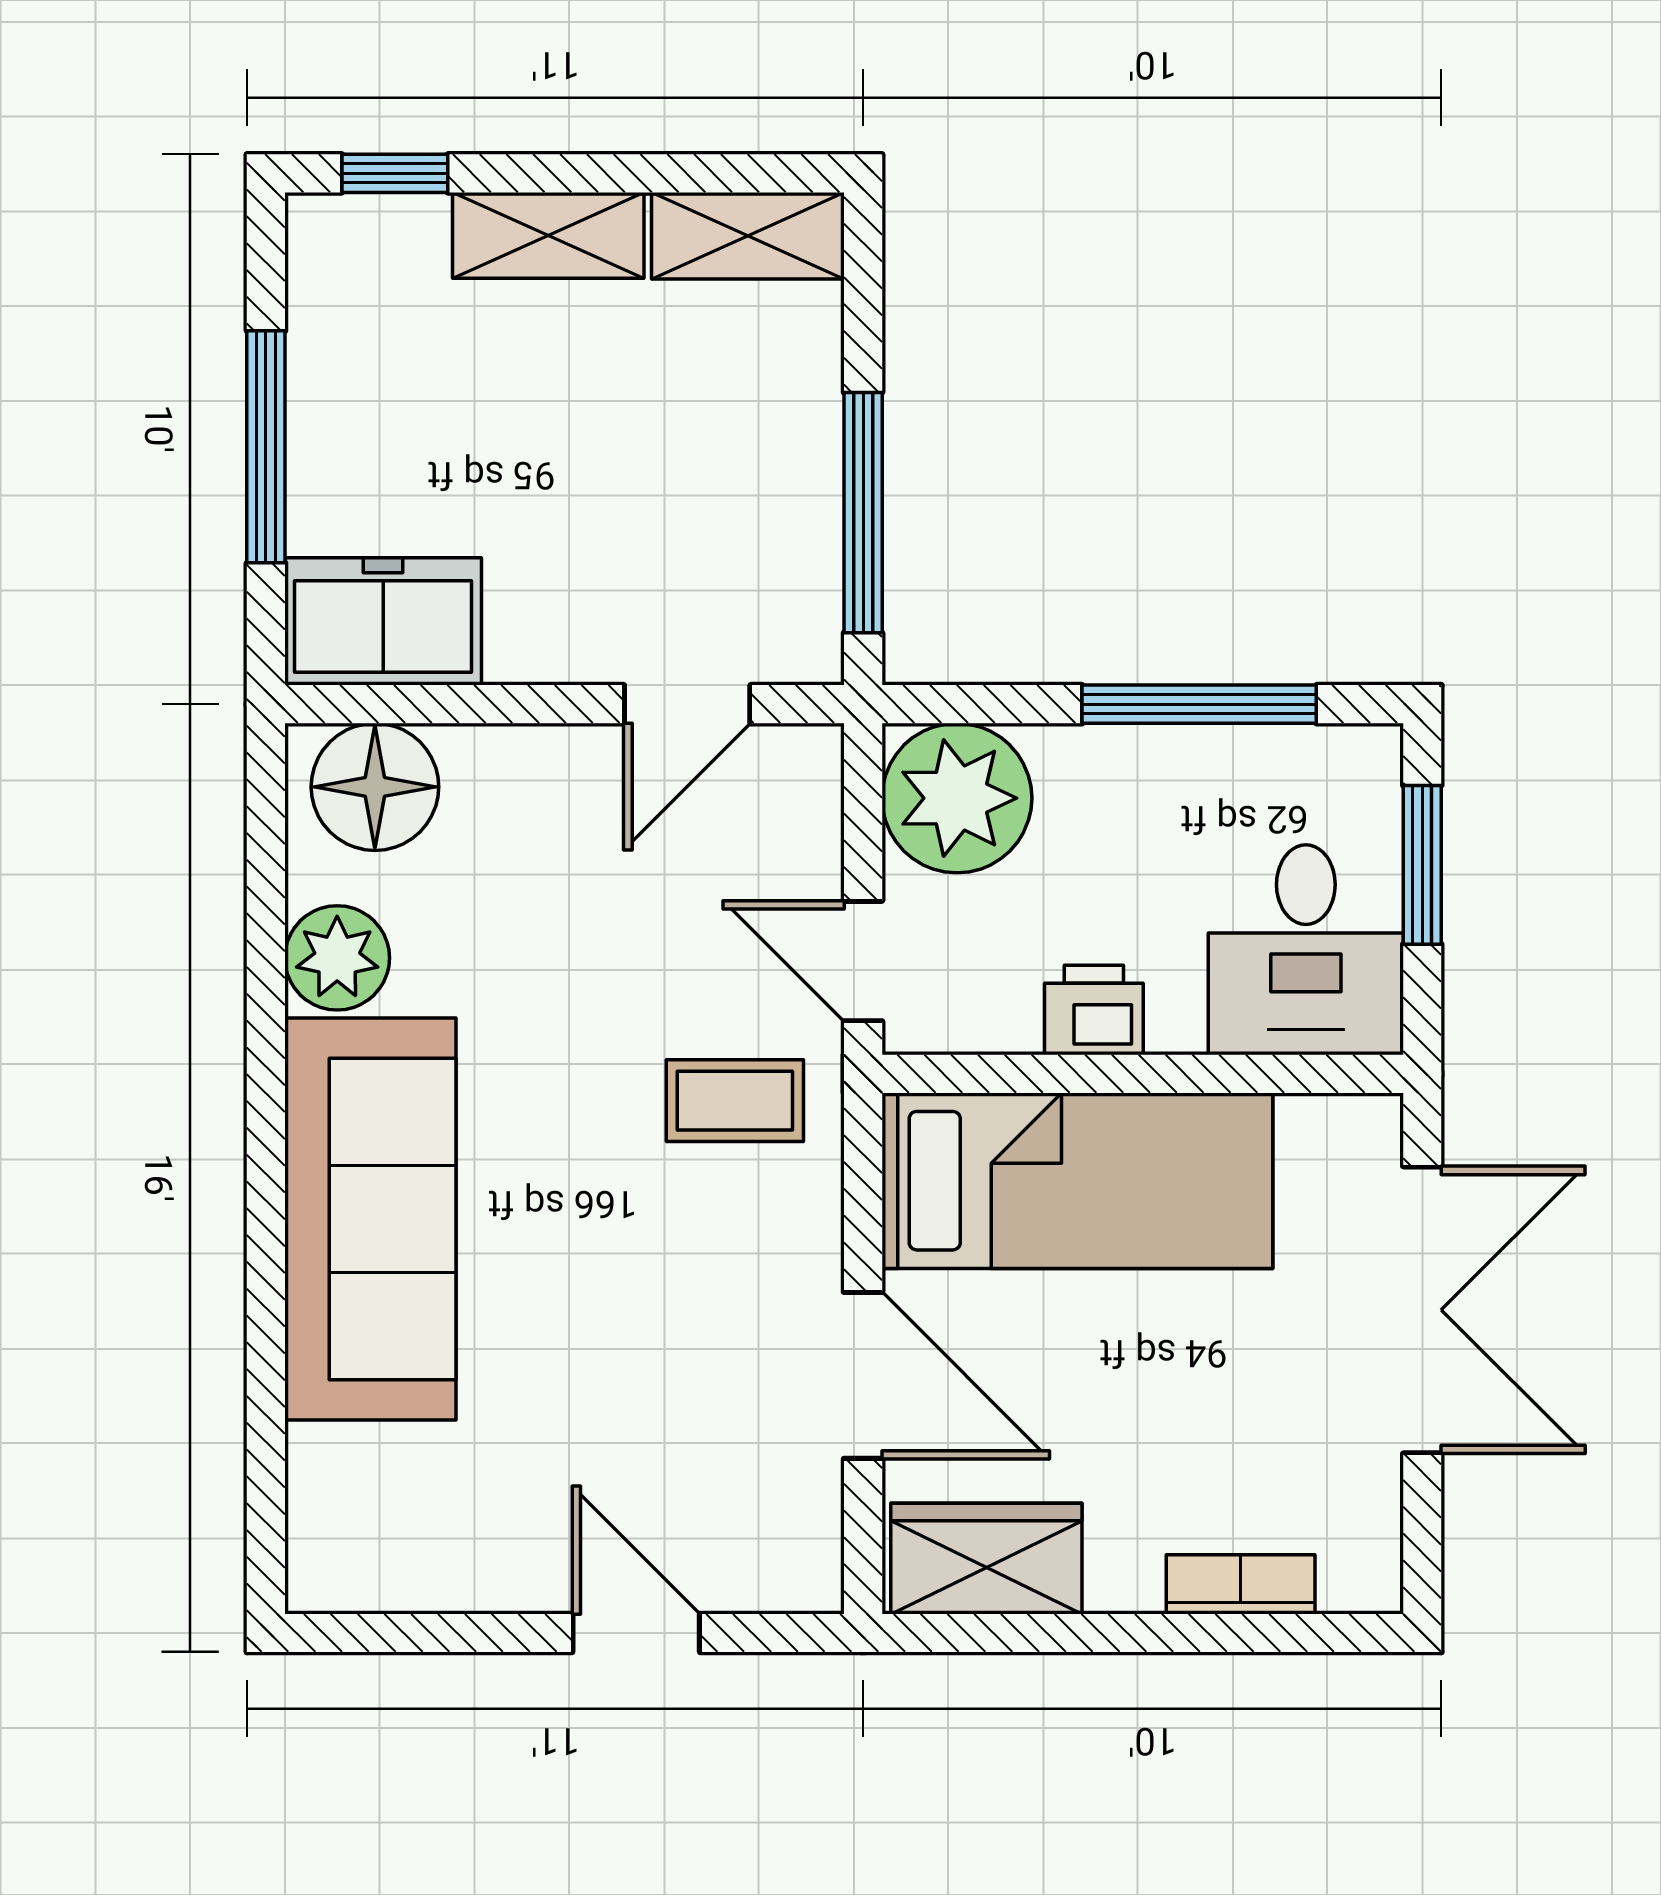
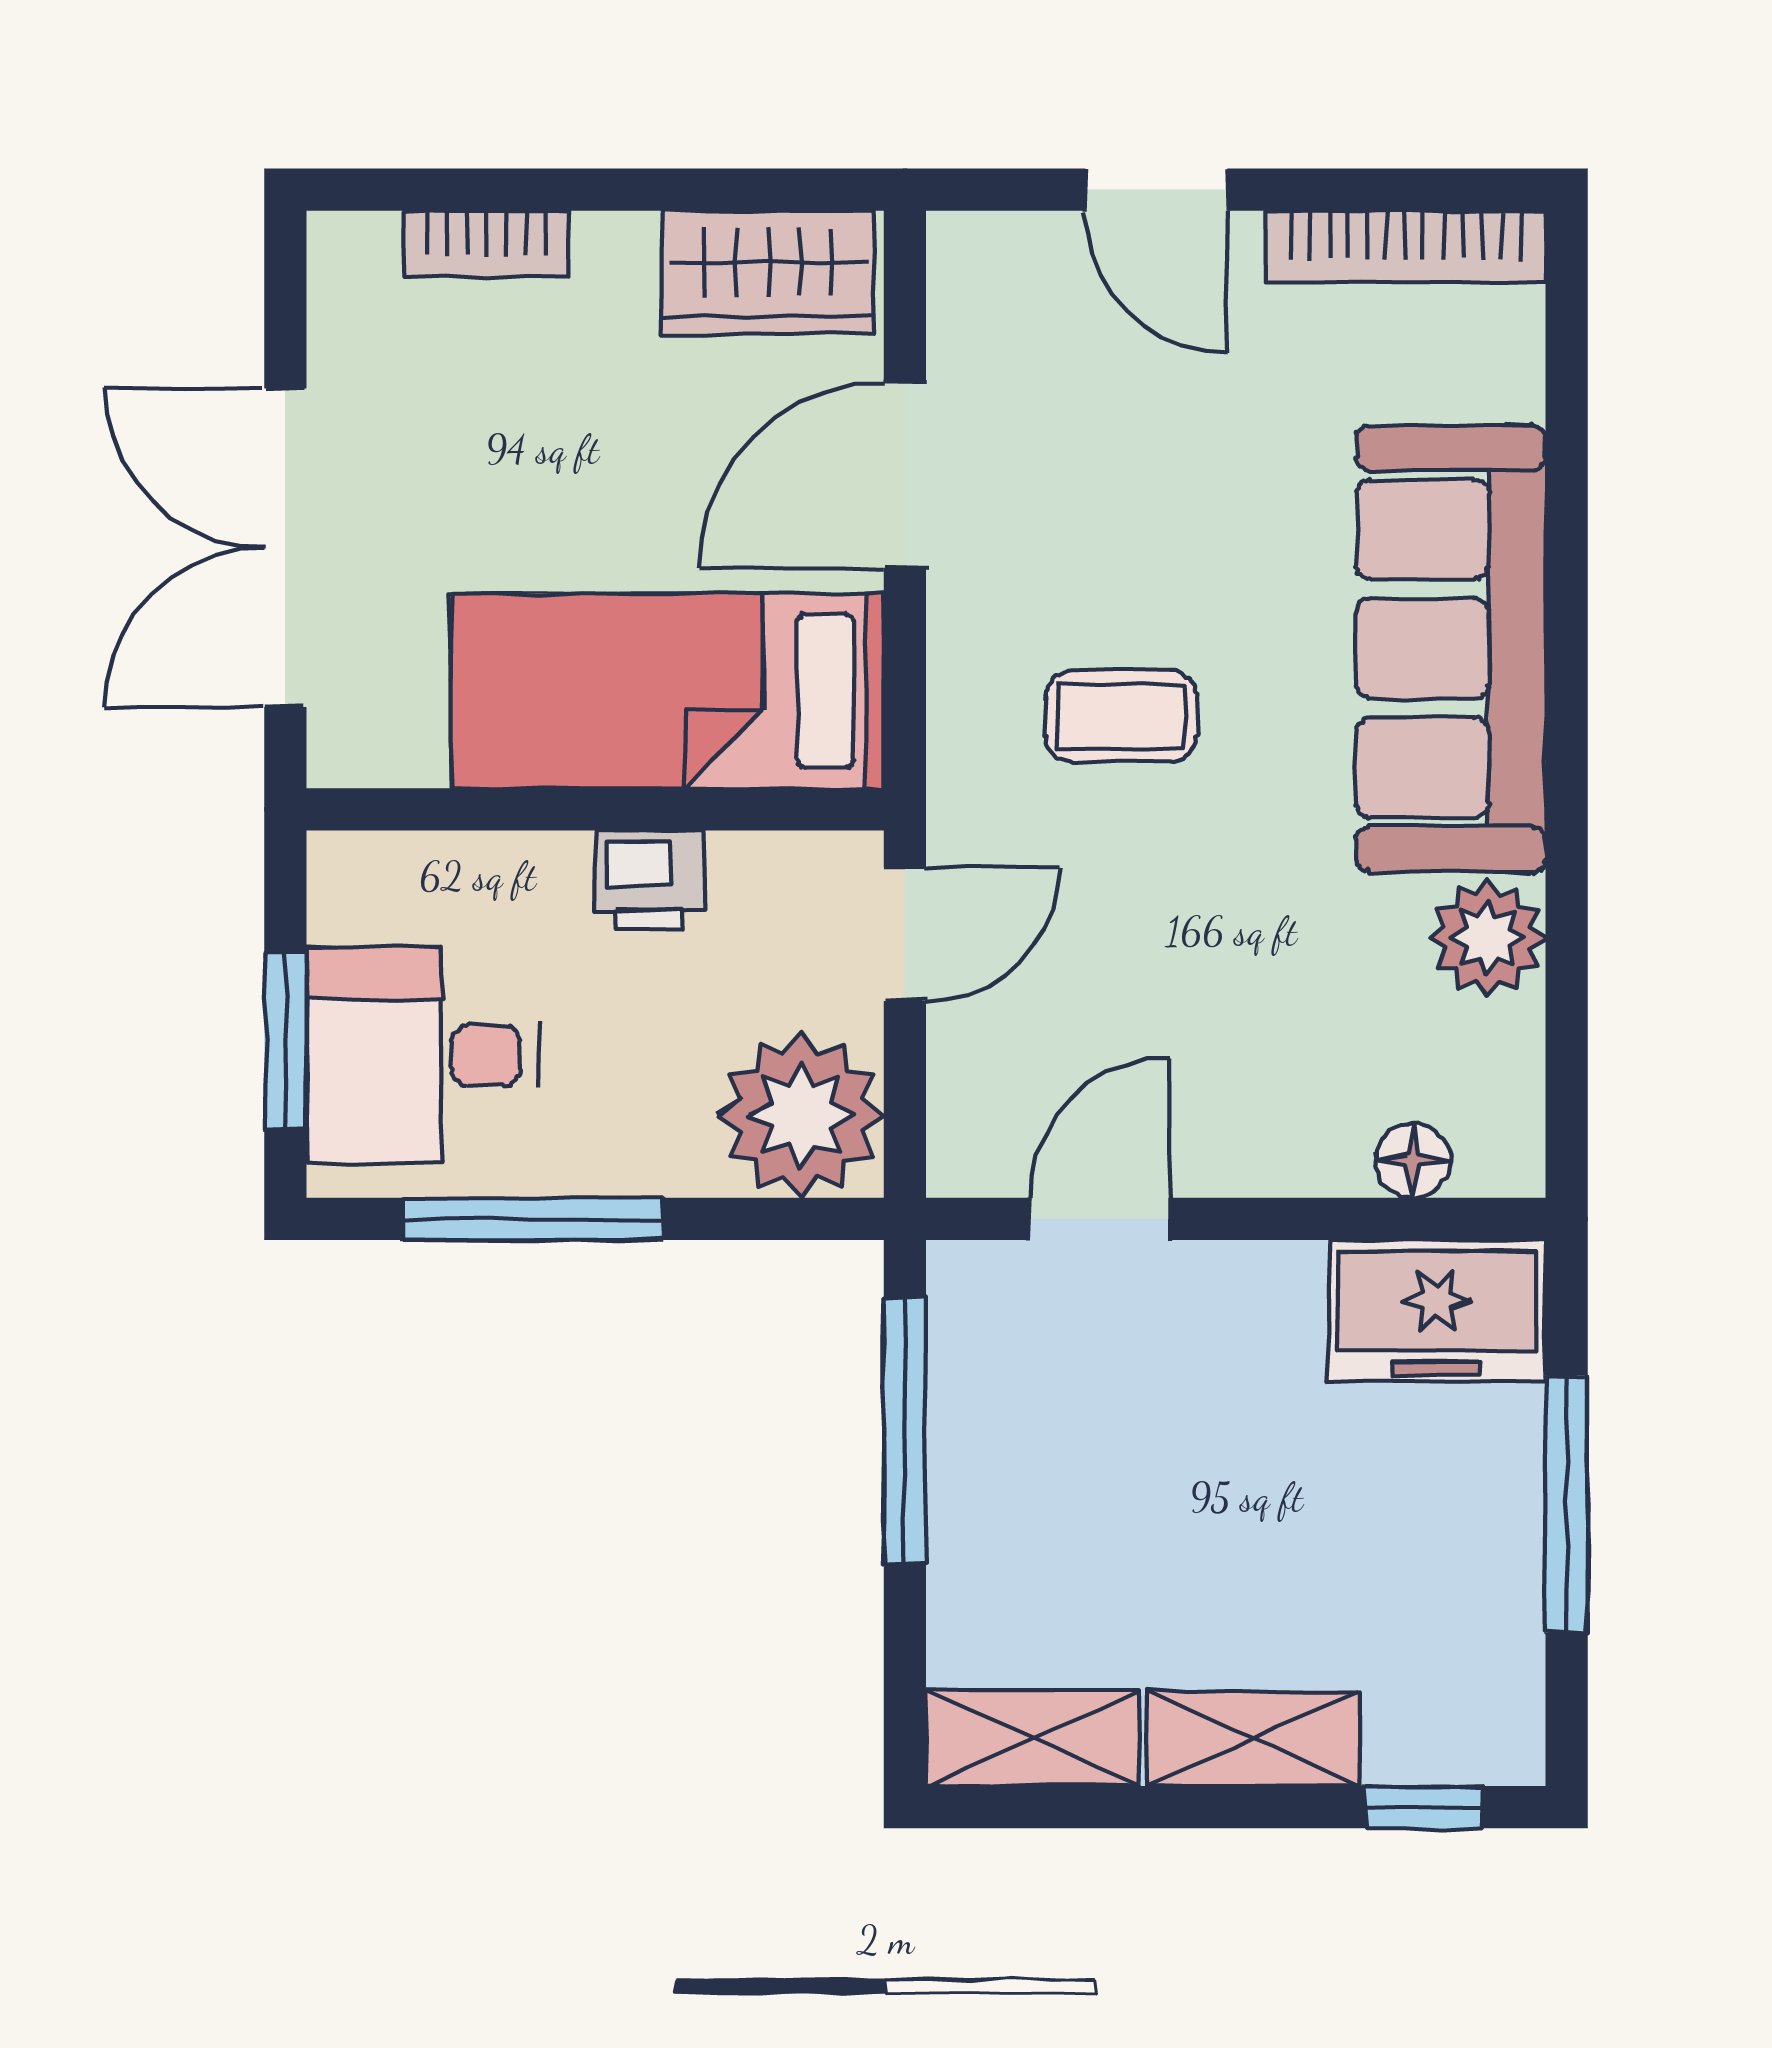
floor lamp: (375, 787) -> (1413, 1160), width x0.53, depth x0.53
desk: (1306, 950) -> (423, 1055), moved, turned -90
door: (863, 961) -> (905, 934), hinge flipped
coffee table: (735, 1101) -> (1121, 716), moved
door: (863, 1375) -> (905, 475), hinge flipped
bookcase: (411, 1582) -> (1406, 246), added

